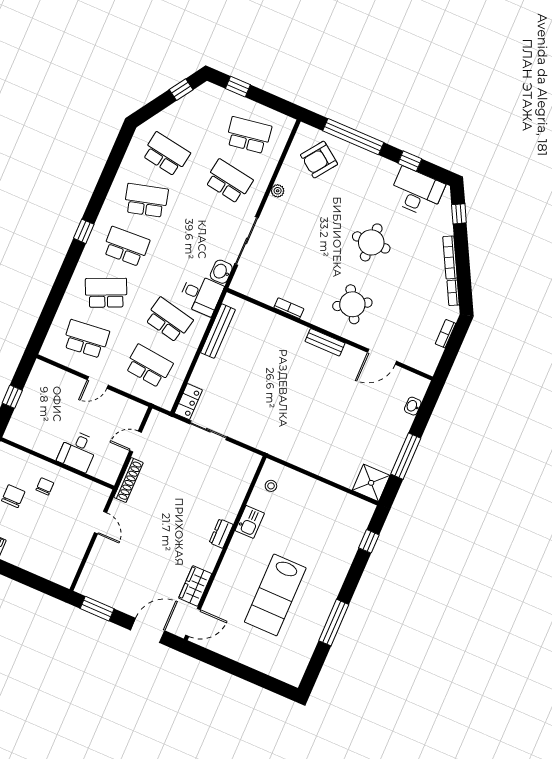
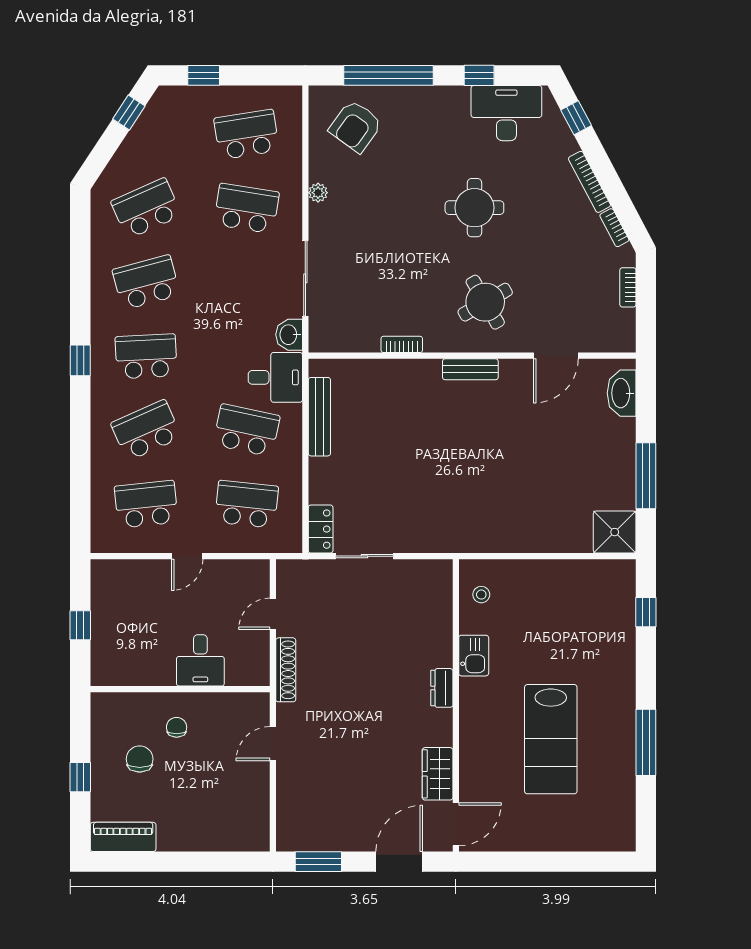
school desk: (166, 154) -> (146, 208), turned -33
washbasin: (413, 406) -> (622, 393), width x1.91, depth x1.45
door: (101, 523) -> (273, 744), swing flipped

